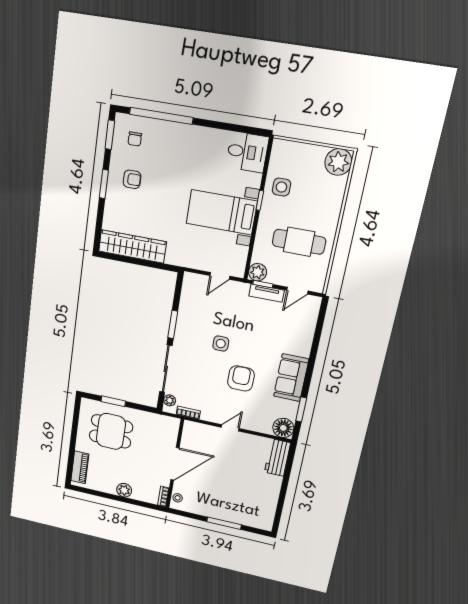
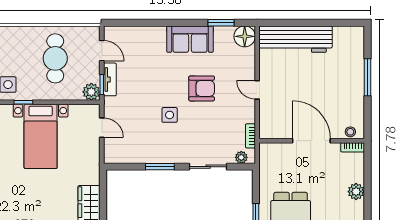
sliding door: (166, 369) -> (208, 167), width x0.73
armchair: (241, 378) -> (202, 88), turned 180
workbench: (277, 458) -> (295, 39), width x1.88, depth x1.32

